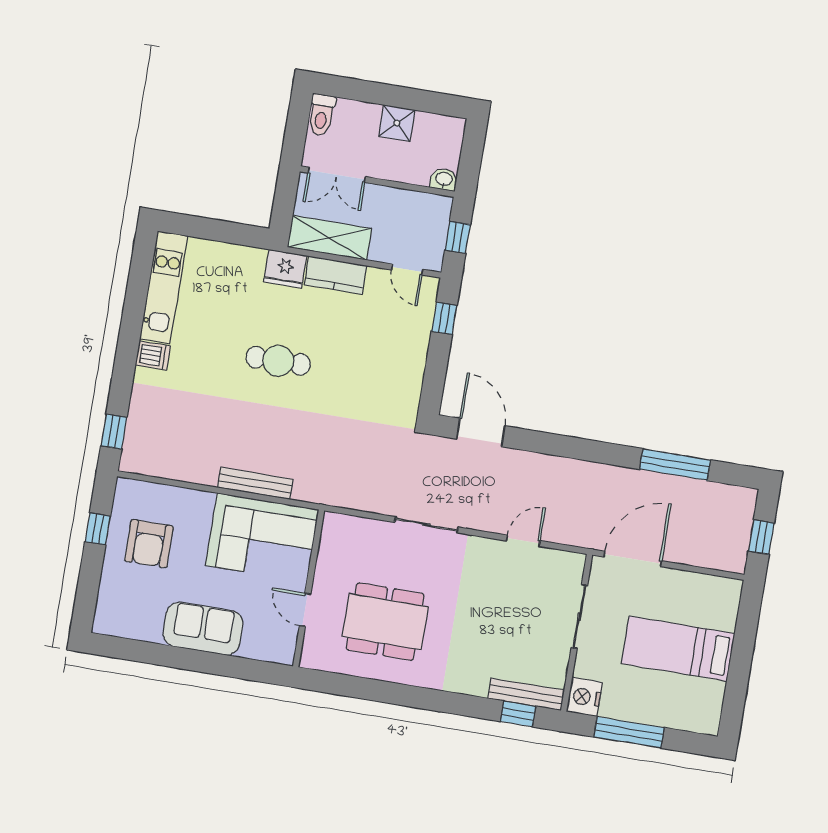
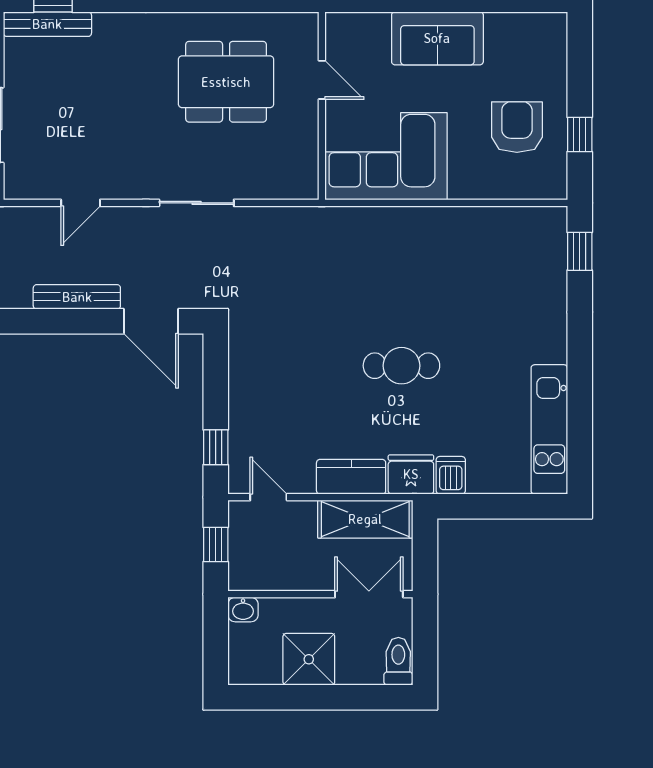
shower: (397, 123) -> (309, 659), width x1.36, depth x1.36
dishwasher: (153, 355) -> (451, 475), moved, turned 90
bench: (255, 483) -> (77, 297), moved

